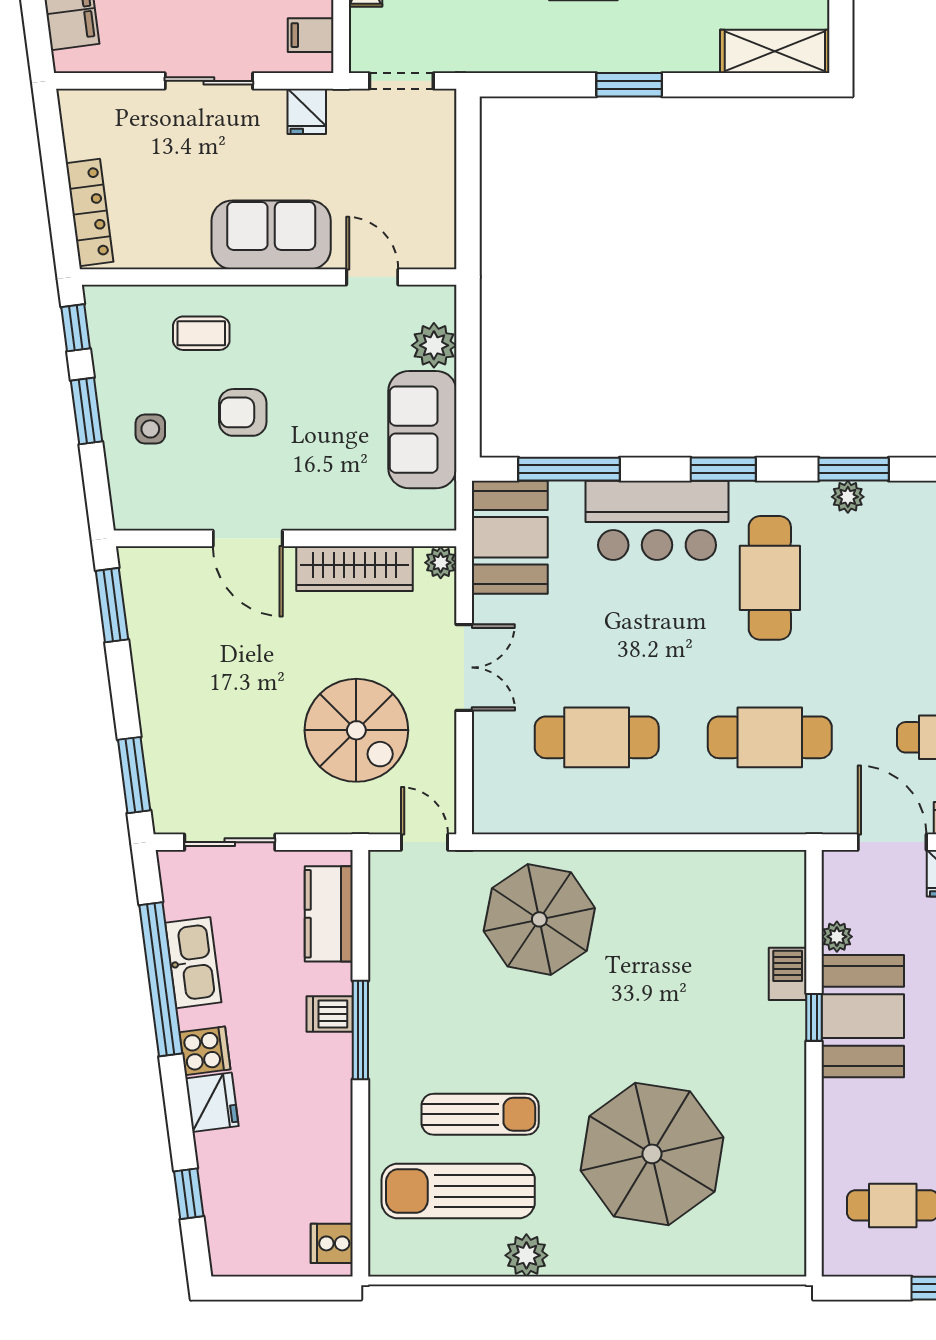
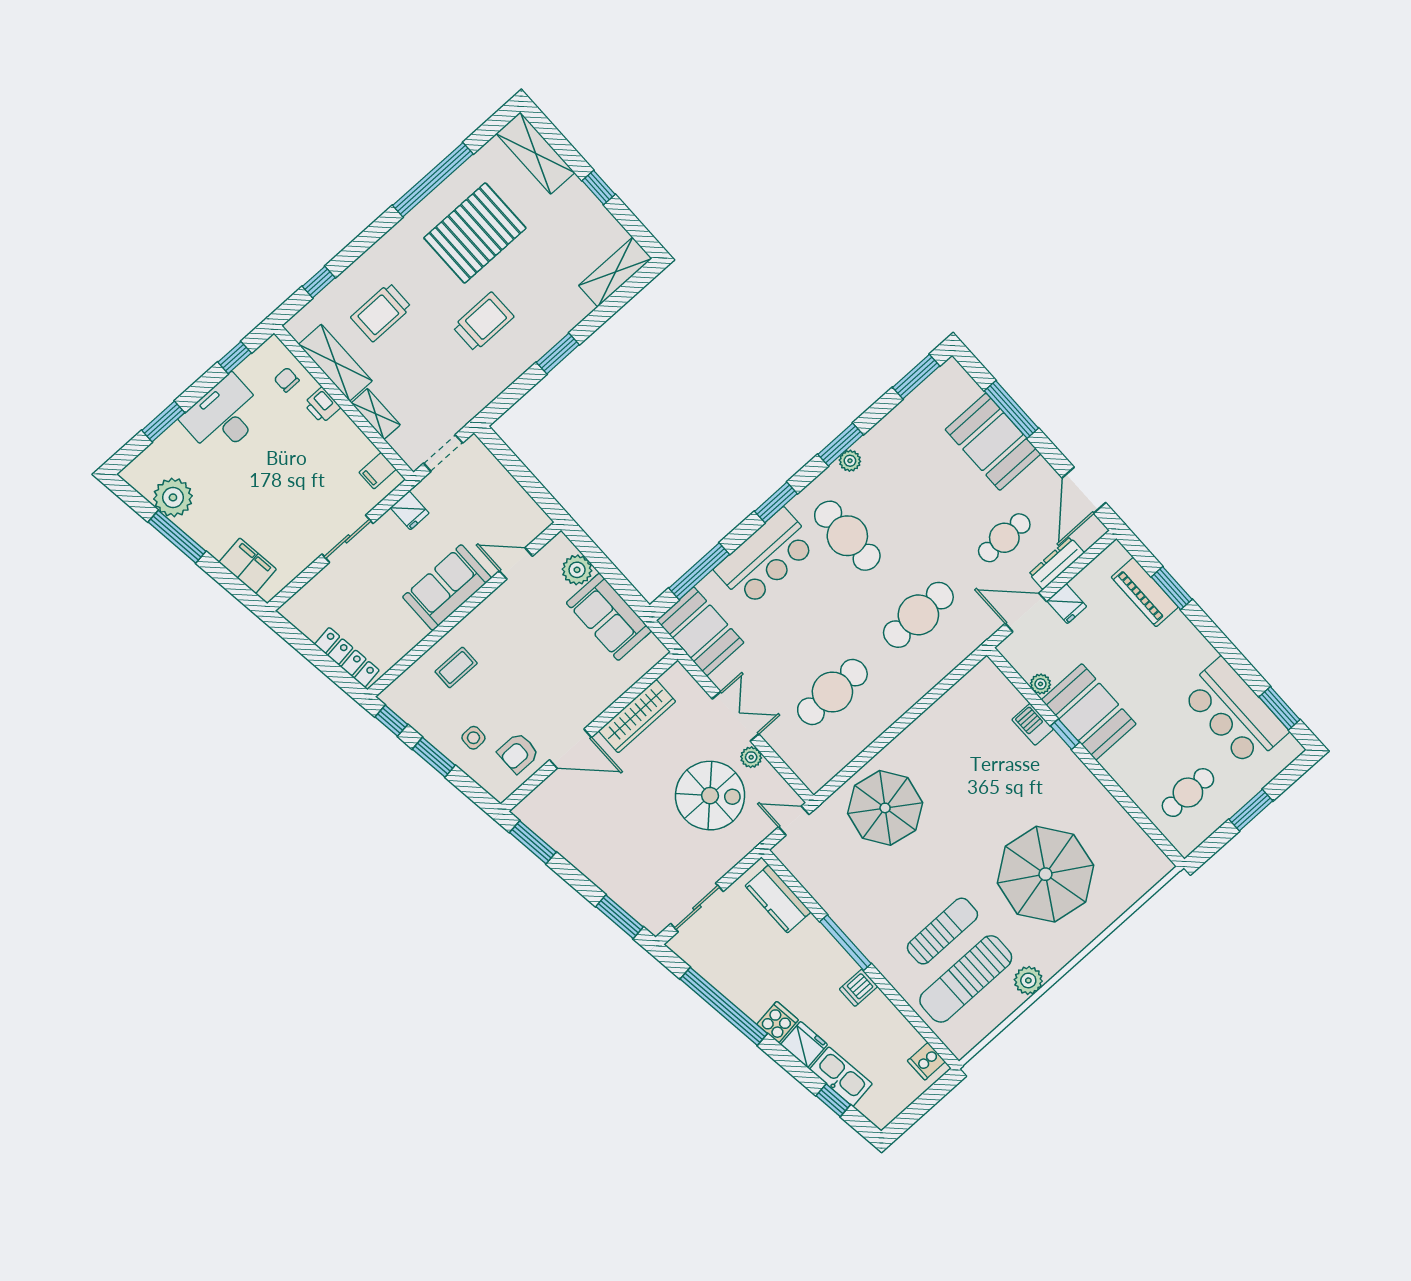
armchair: (243, 412) -> (518, 753), moved
plant: (441, 563) -> (751, 757), moved
kitchen sink: (193, 963) -> (841, 1077), moved
dishwasher: (330, 1014) -> (858, 988), moved

